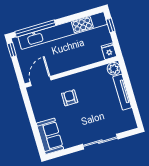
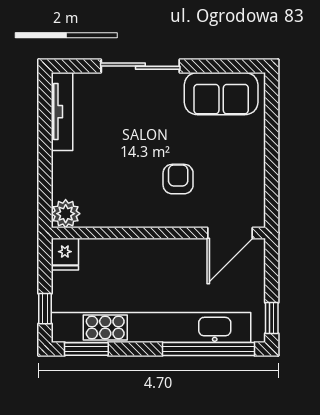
window: (88, 13) -> (86, 349), added
tv unit: (122, 92) -> (62, 112), moved
armchair: (70, 98) -> (178, 179), turned 180
sofa: (50, 136) -> (221, 94), moved, turned -90

